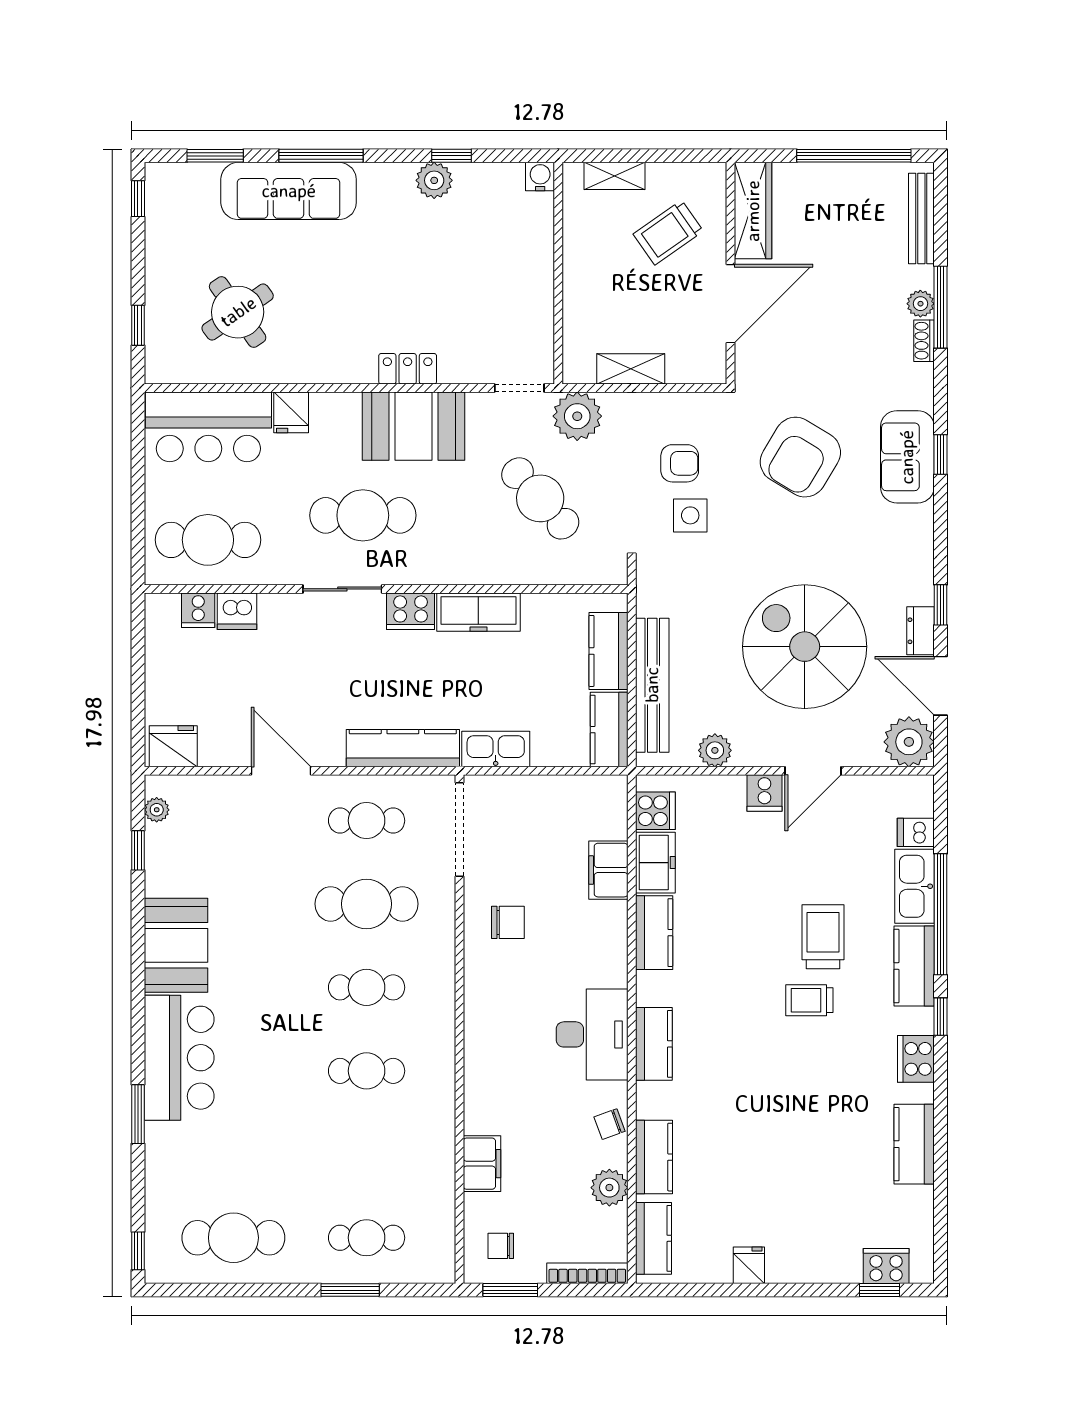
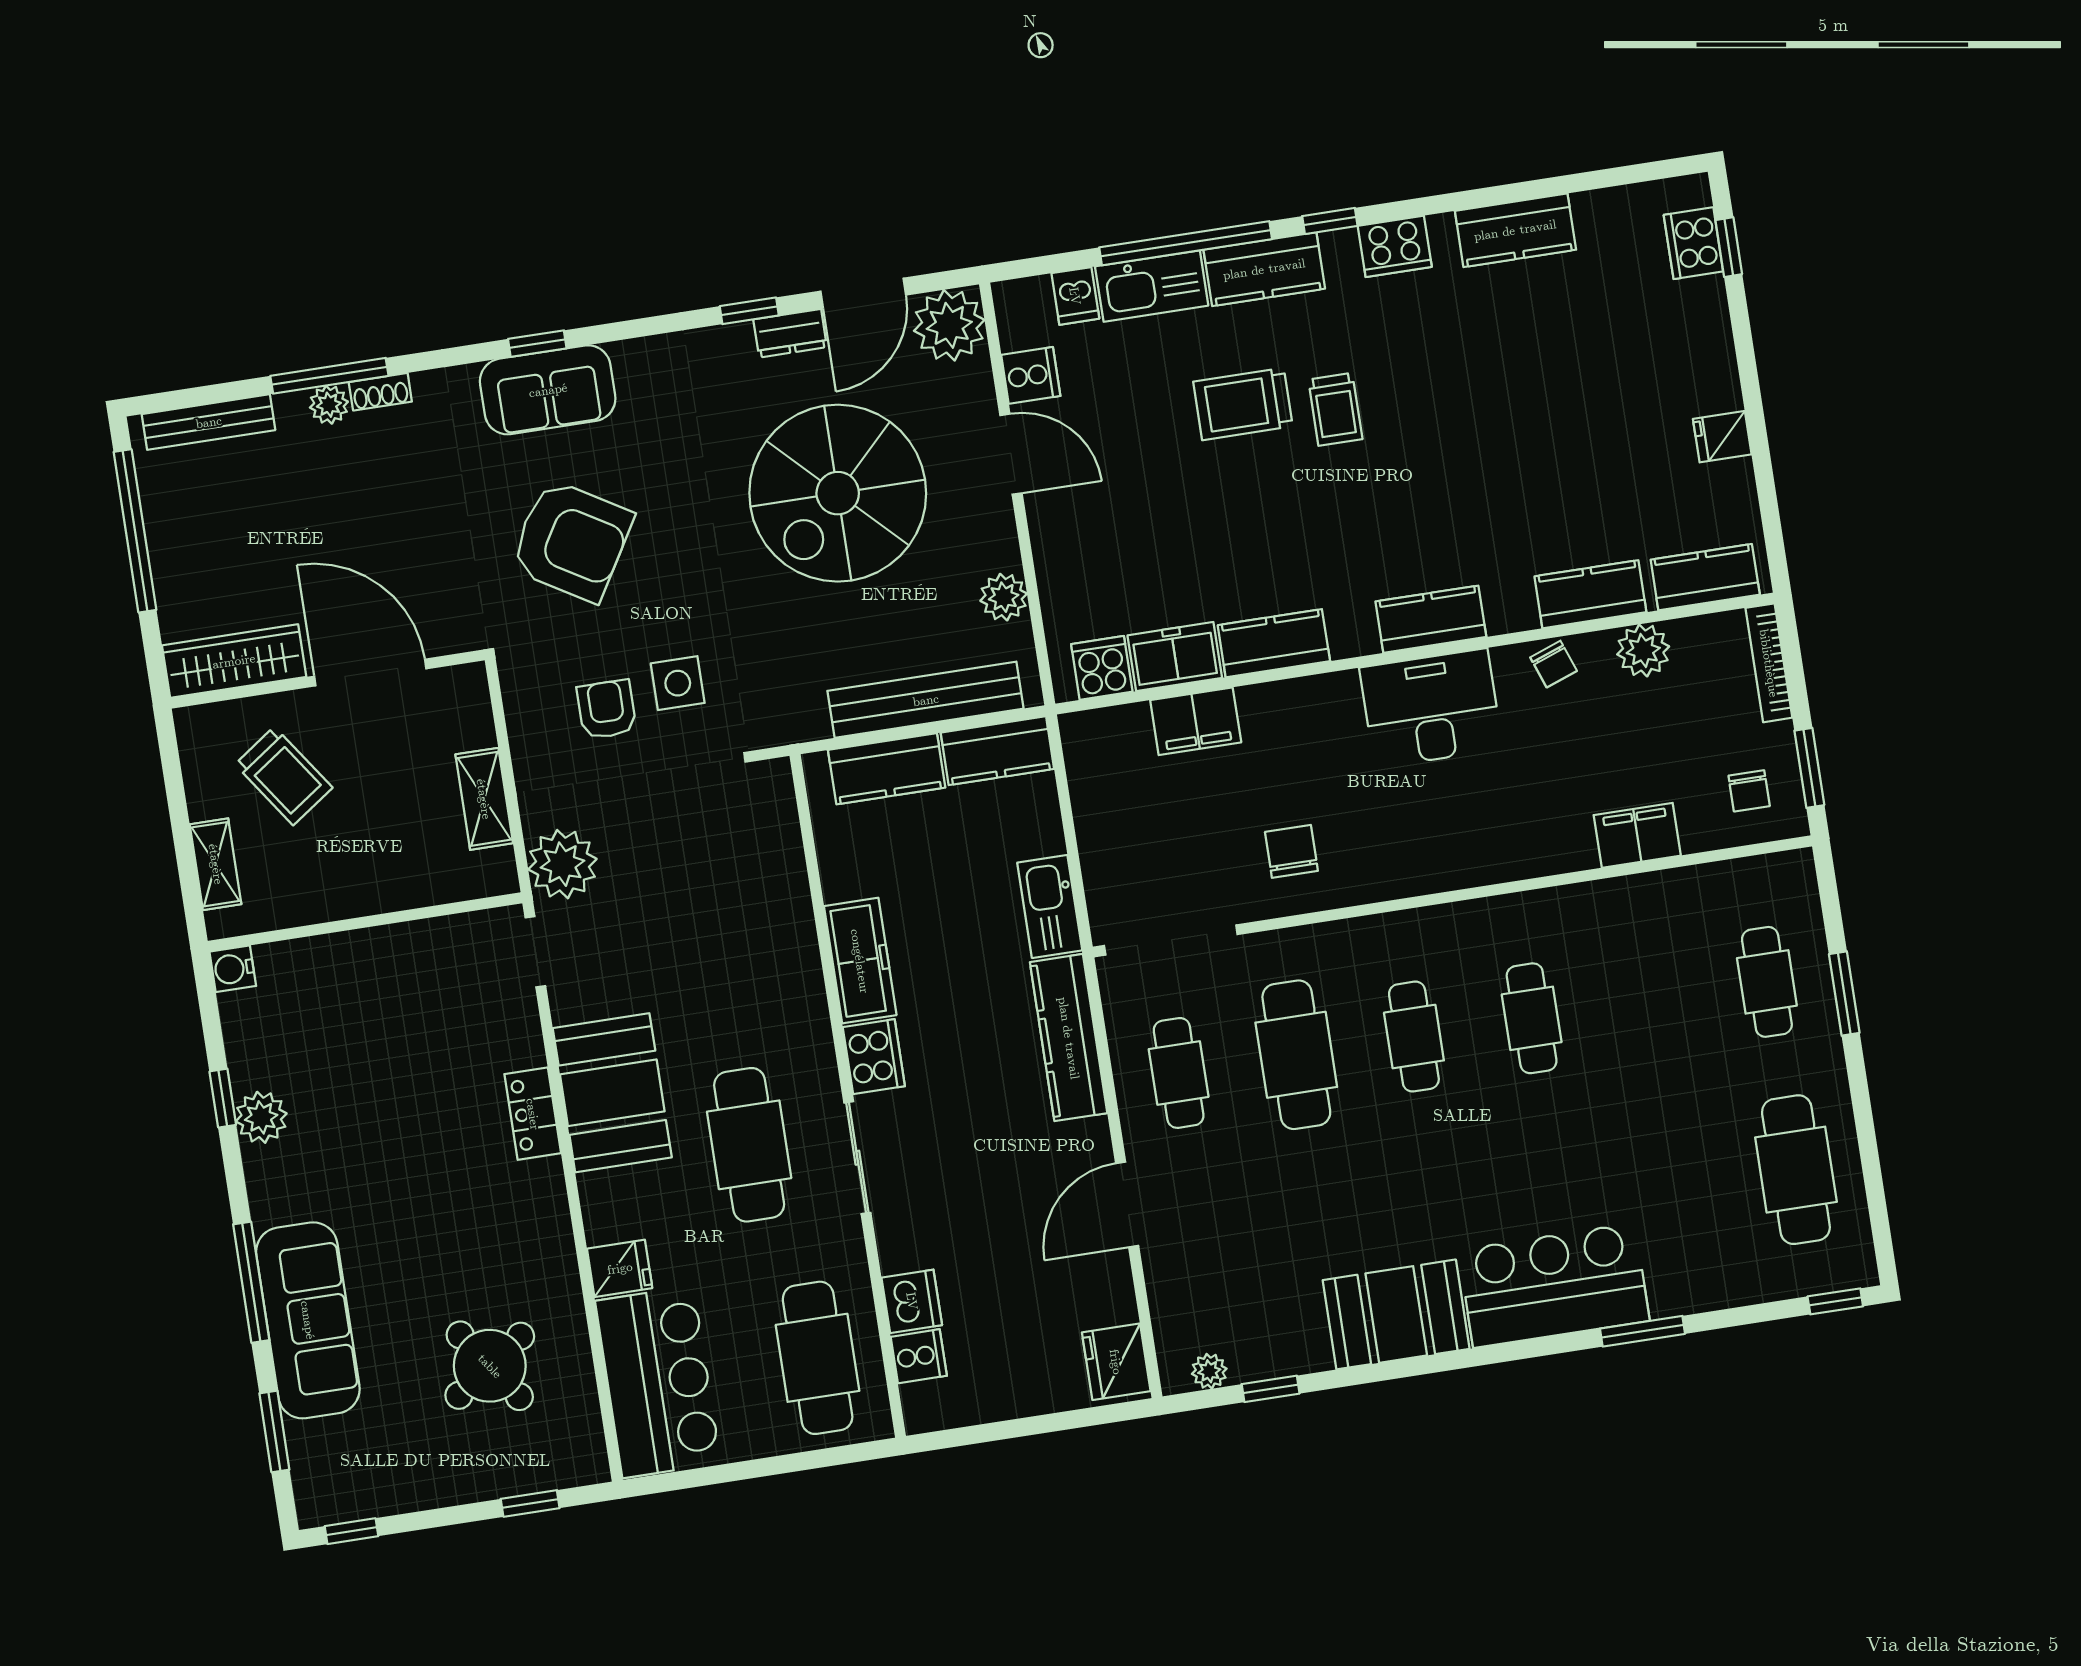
cafe table: (540, 498) -> (687, 898), removed
cooker: (764, 793) -> (1031, 375), moved

